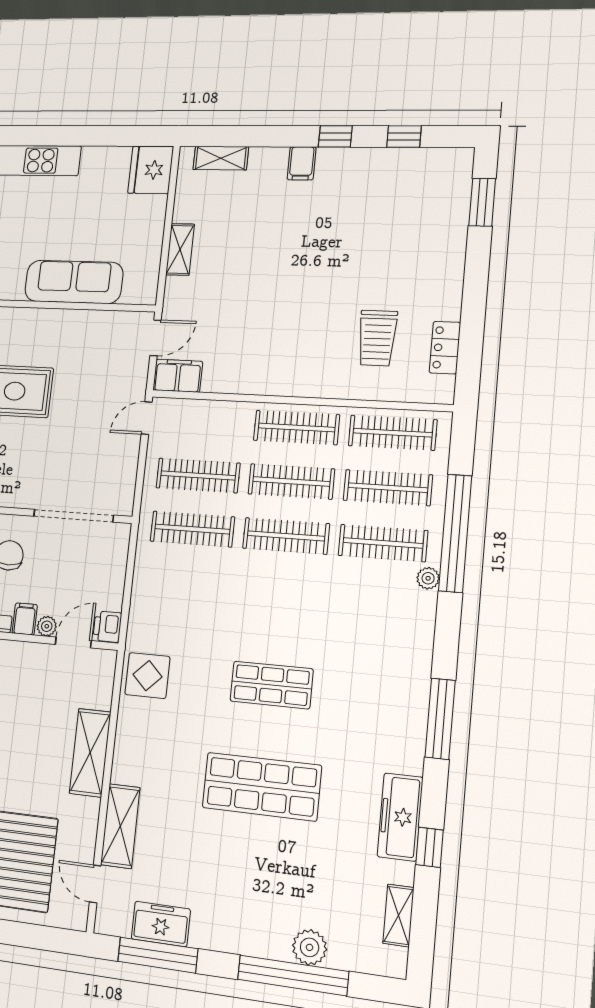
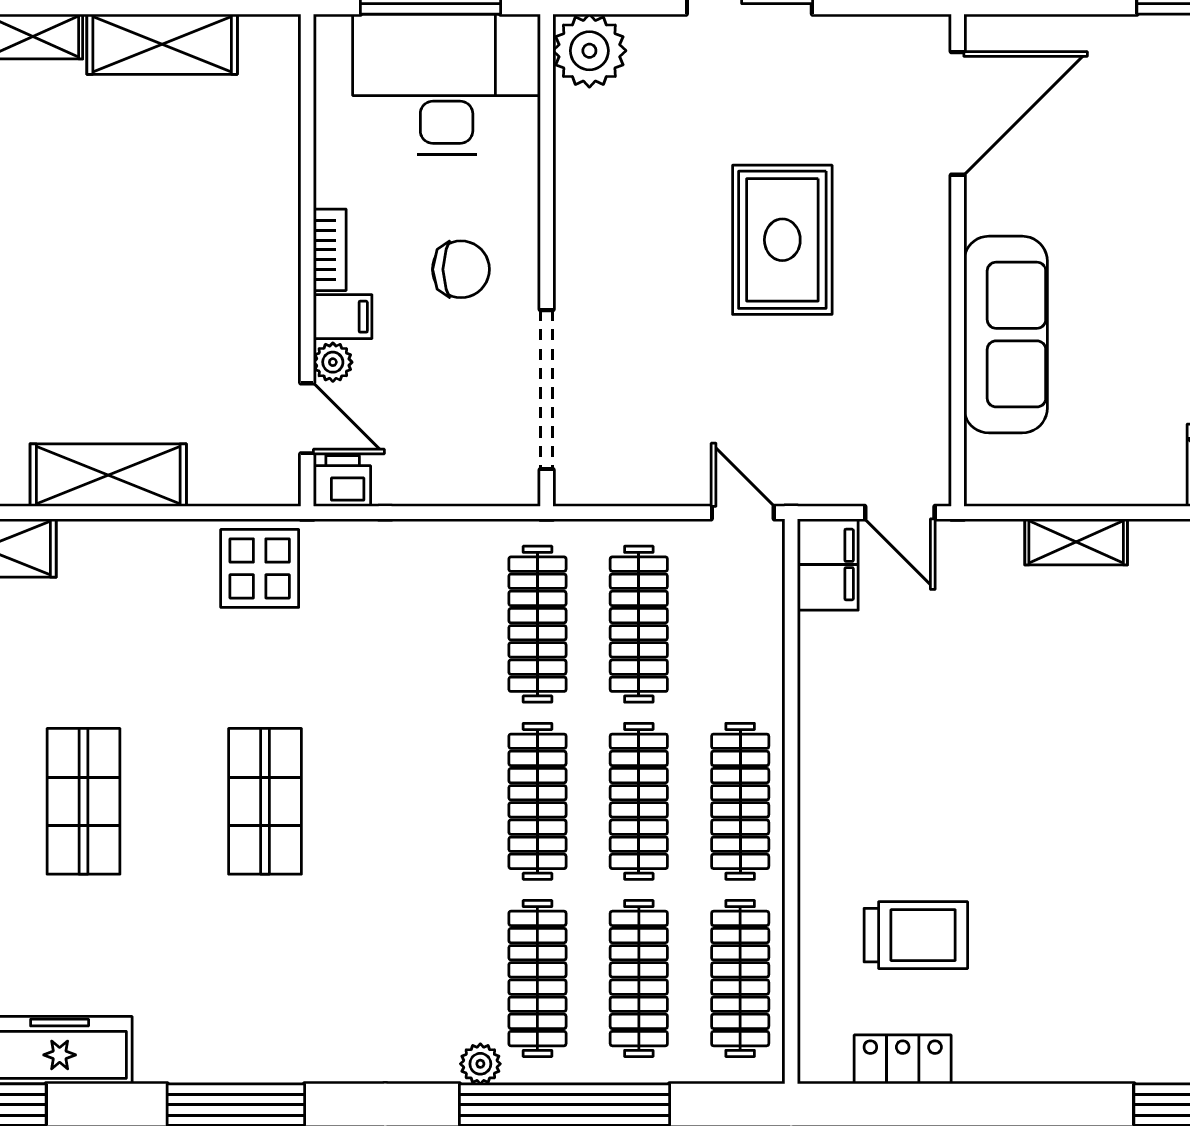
trolley: (377, 338) -> (916, 935), turned 180
shop shelf: (262, 787) -> (83, 801), width x0.70, depth x0.74

